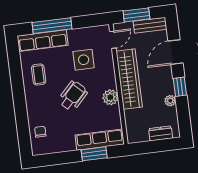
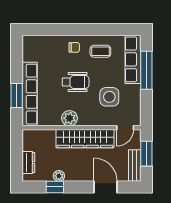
door: (113, 40) -> (125, 128), hinge flipped
window: (180, 87) -> (55, 187), moved
wheelchair: (73, 96) -> (75, 82), turned -44
chair: (40, 132) -> (74, 47), moved
row of seats: (100, 140) -> (30, 94), width x1.36

